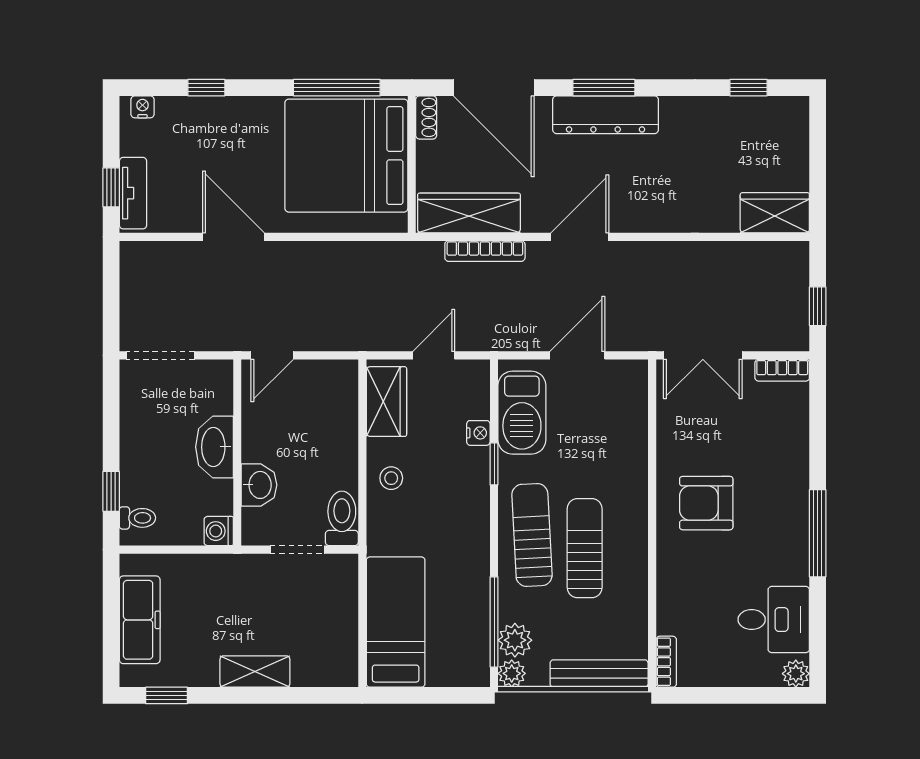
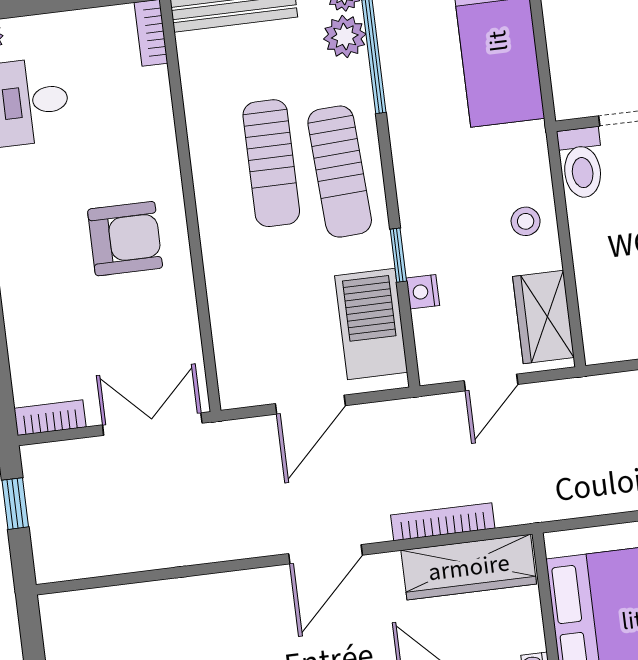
wardrobe: (775, 213) -> (84, 615), removed

